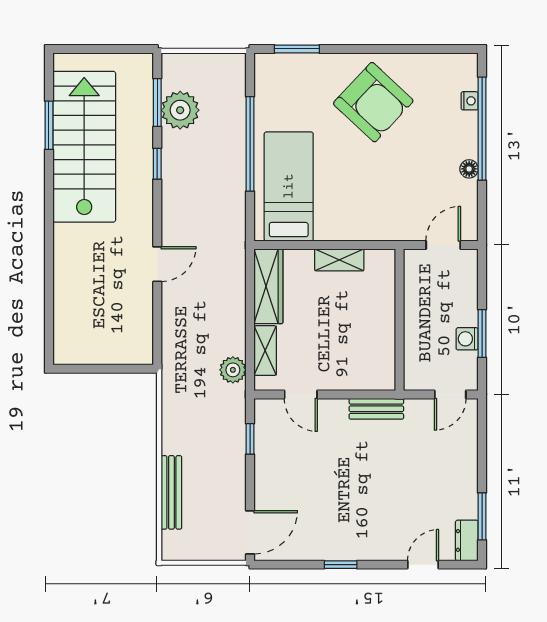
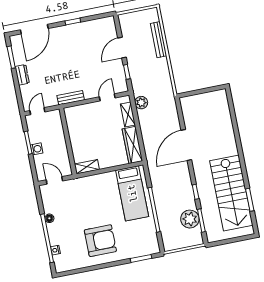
armchair: (373, 102) -> (100, 241), turned 137
door: (443, 245) -> (54, 180), swing flipped
shelving: (339, 260) -> (87, 167), moved
door: (157, 264) -> (186, 145), width x1.88
washing machine: (467, 339) -> (37, 149), moved
door: (301, 394) -> (107, 97), hinge flipped
door: (250, 532) -> (122, 48), moved
dresser: (467, 540) -> (22, 75), moved
door: (423, 565) -> (34, 29), width x1.87

